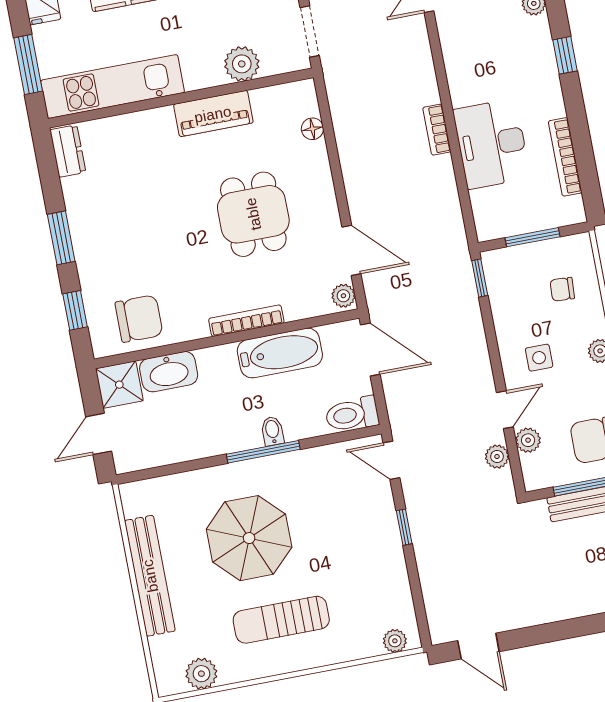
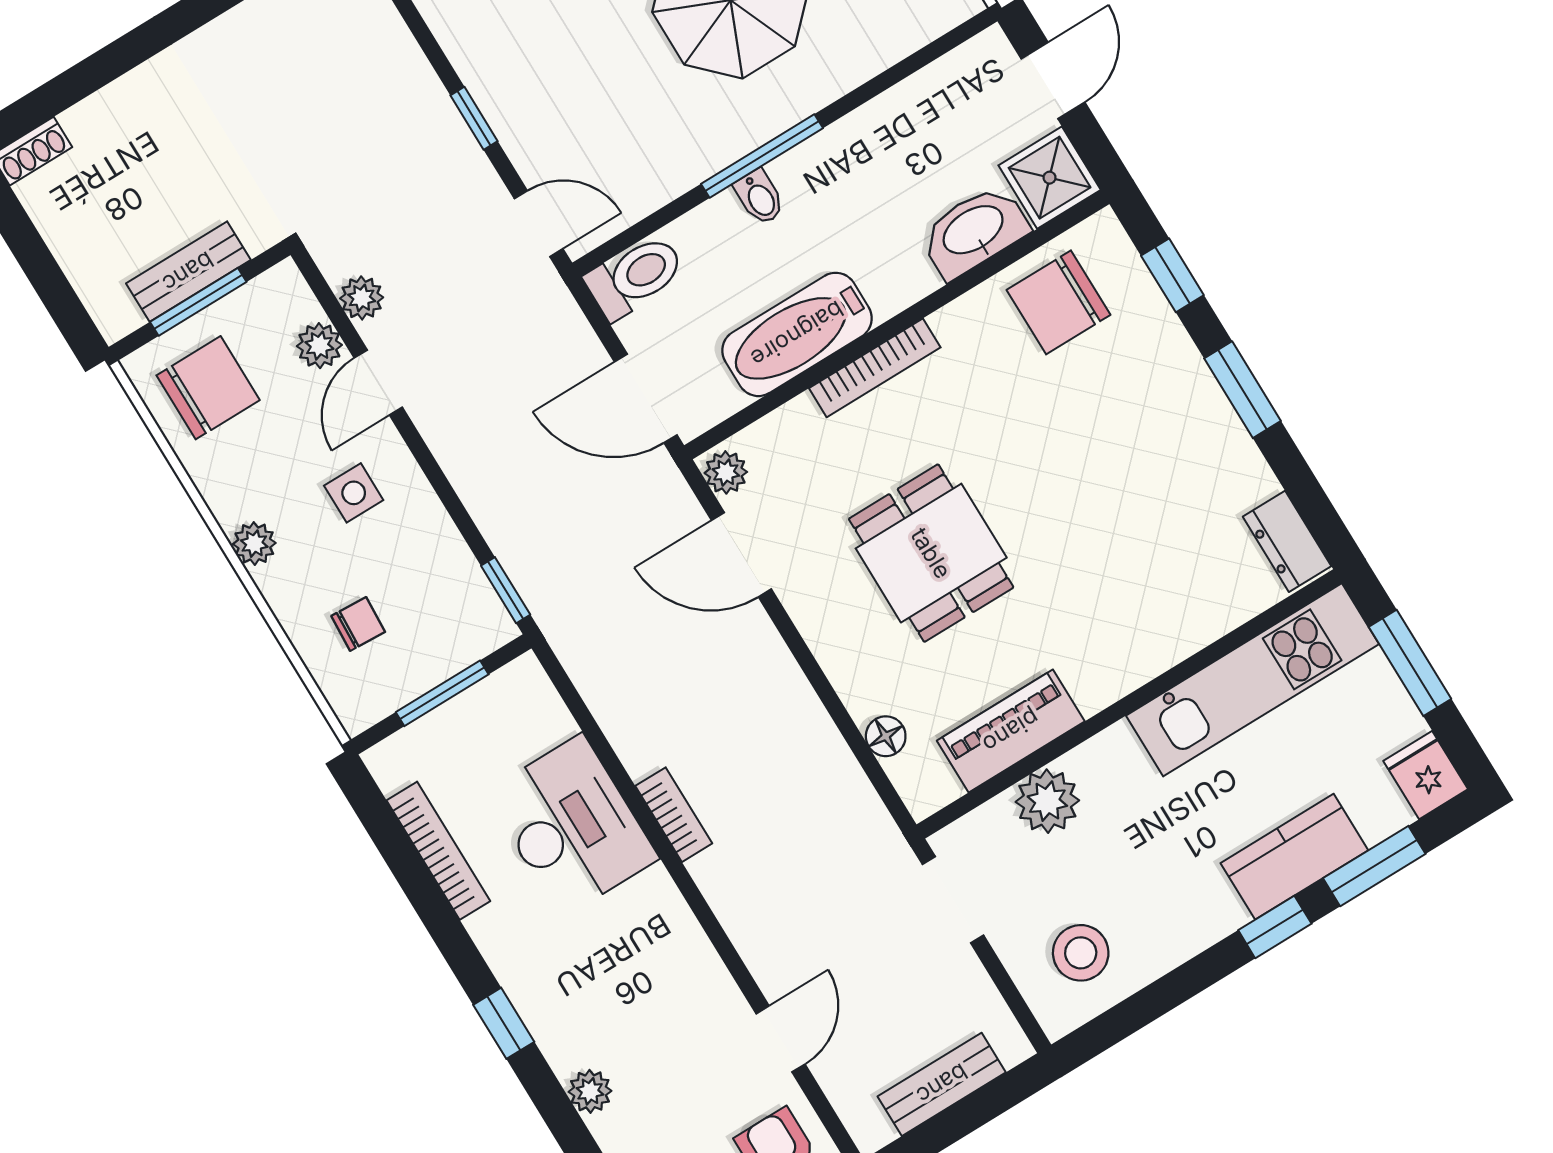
piano: (213, 114) -> (1011, 731), moved

